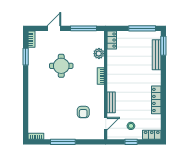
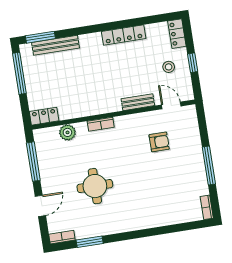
door: (54, 28) -> (40, 206), swing flipped

